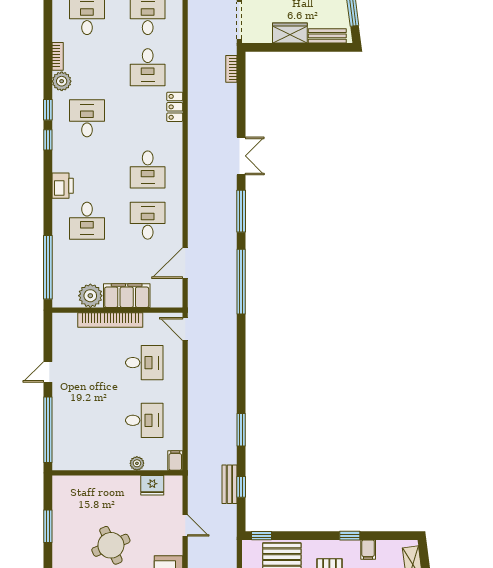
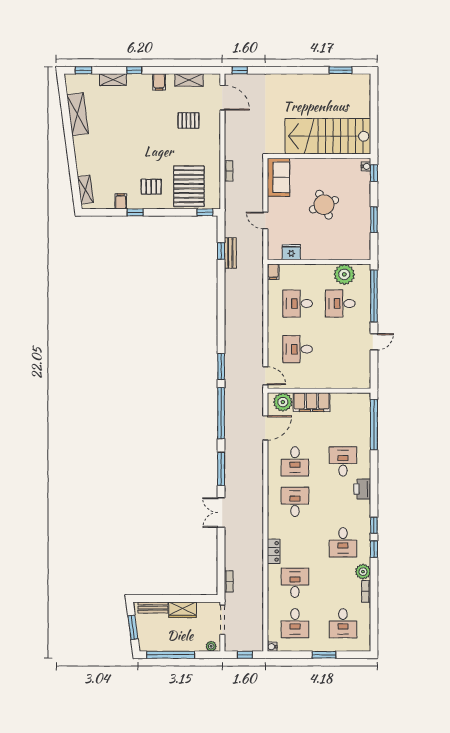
plant: (90, 296) -> (283, 402), moved
bookcase: (110, 320) -> (325, 383), removed
desk: (90, 420) -> (340, 303), added
window: (241, 430) -> (221, 366), moved
plant: (137, 463) -> (344, 274), moved, width x1.88, depth x1.88

